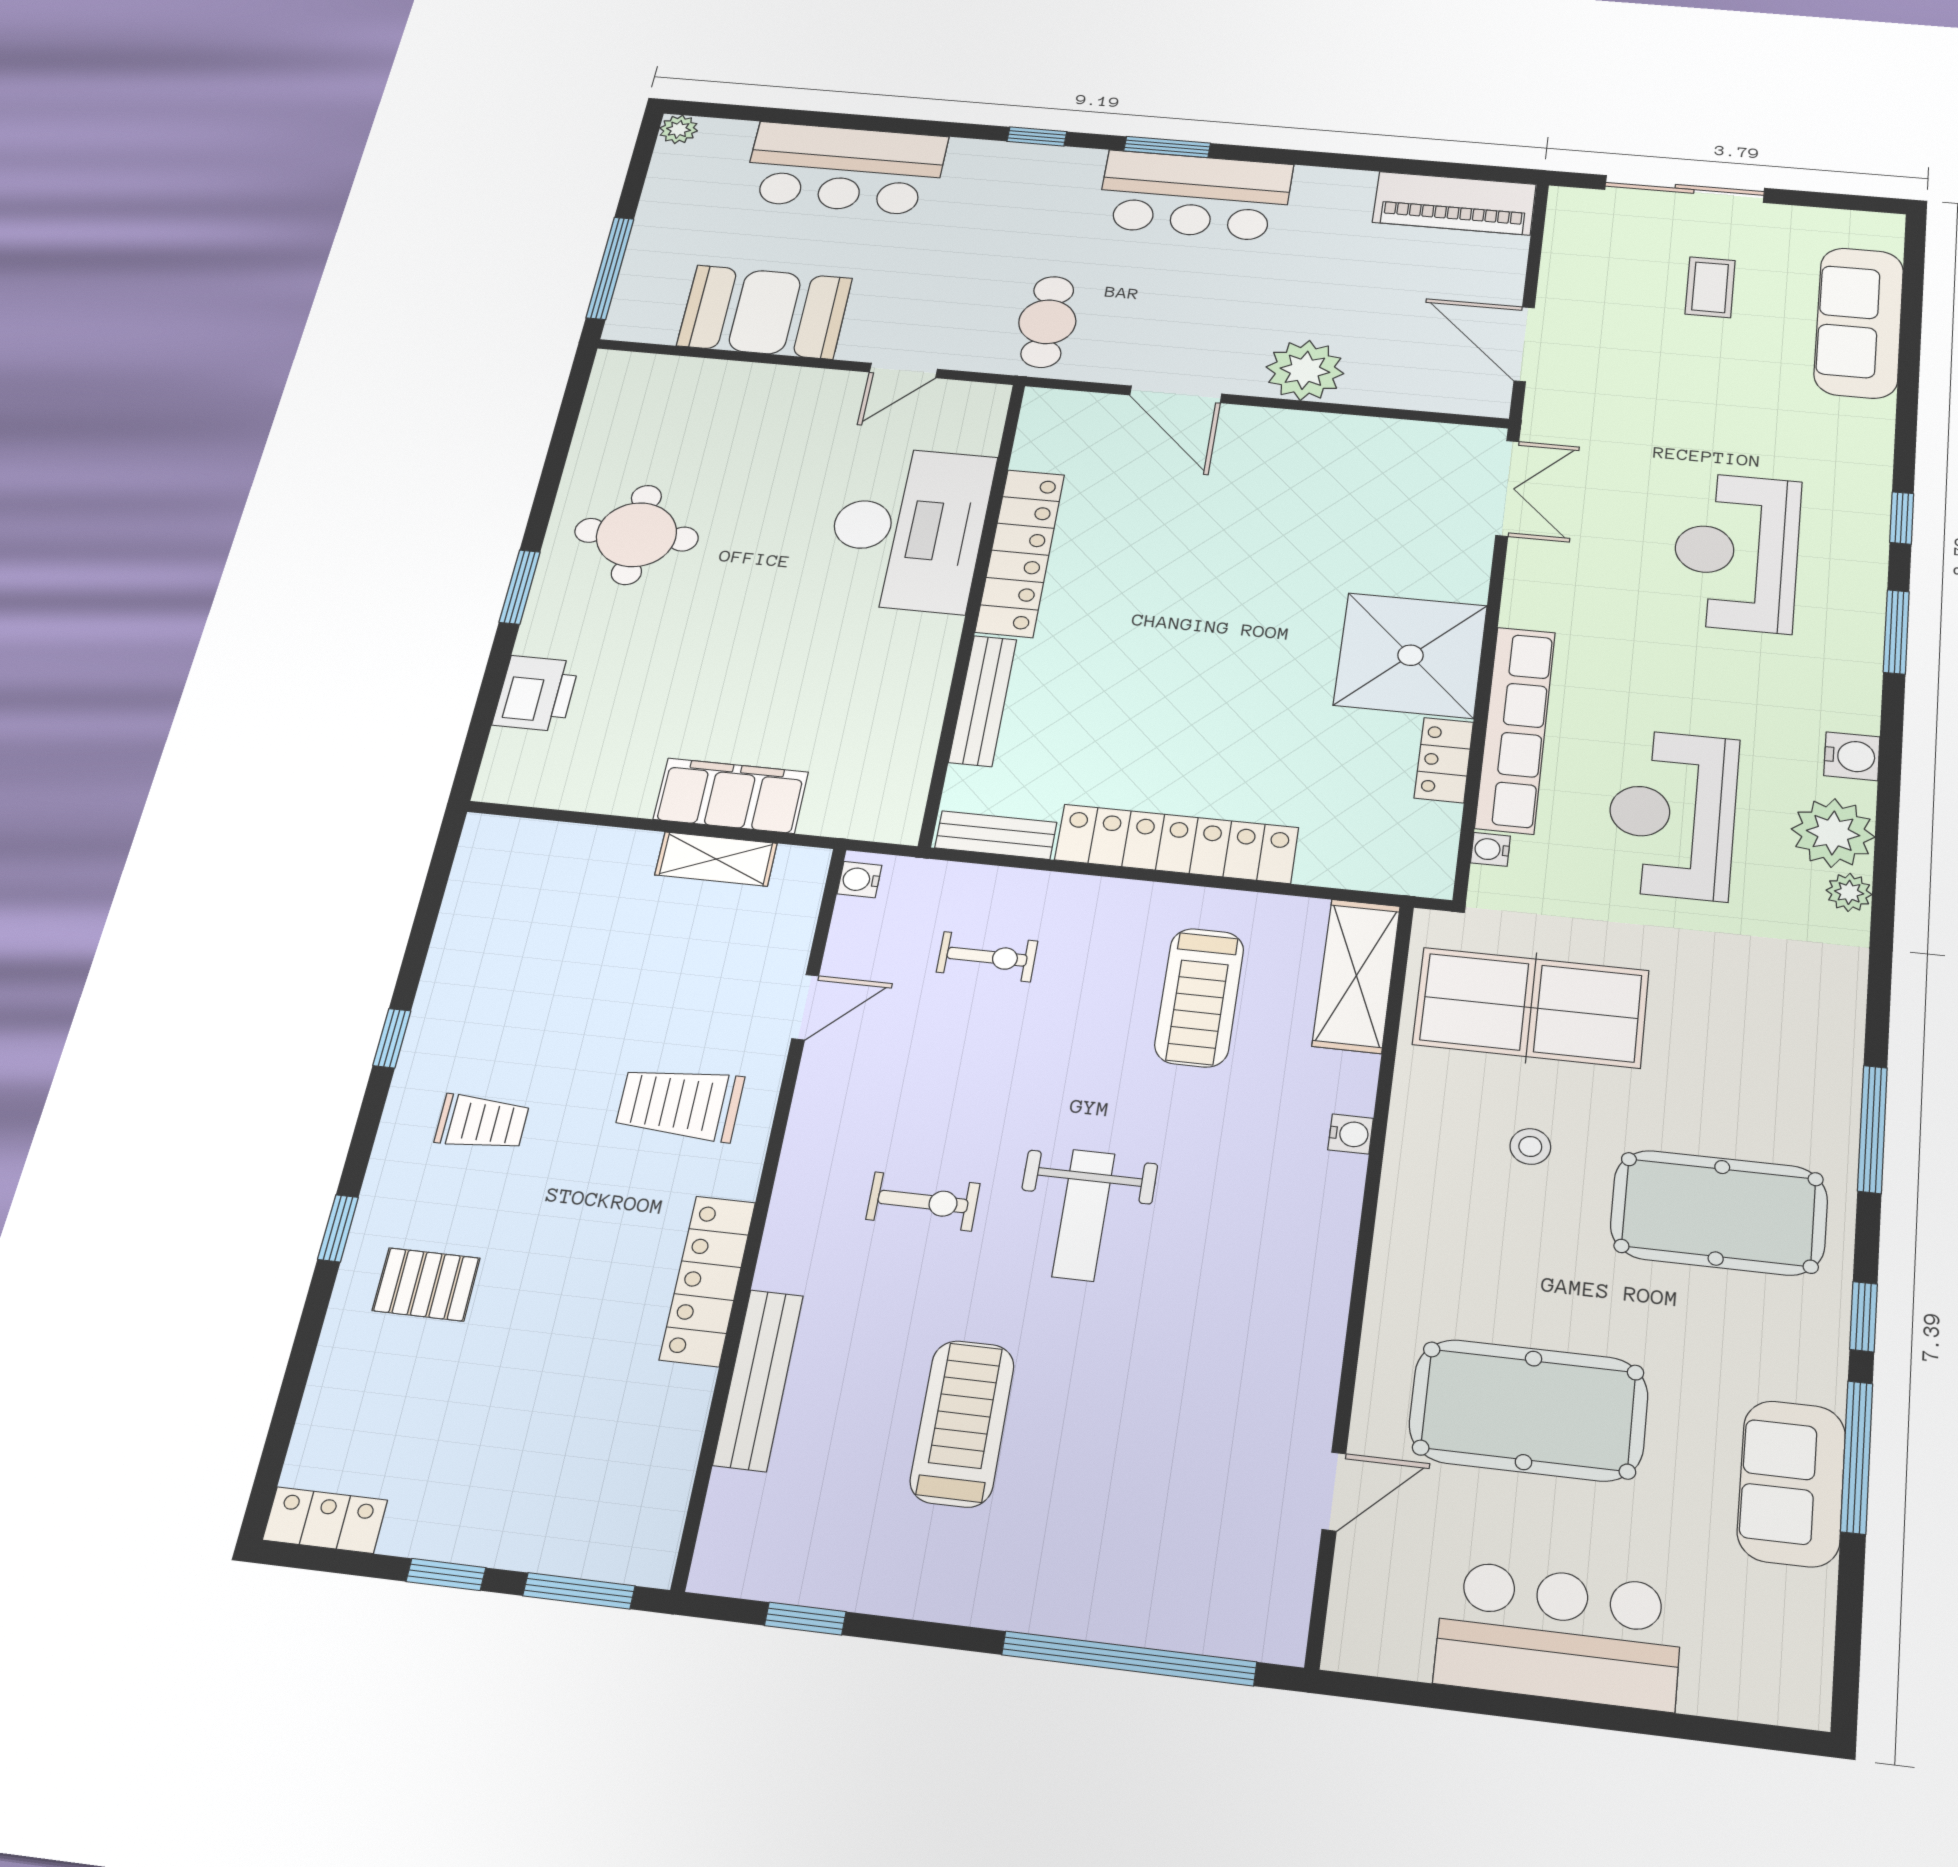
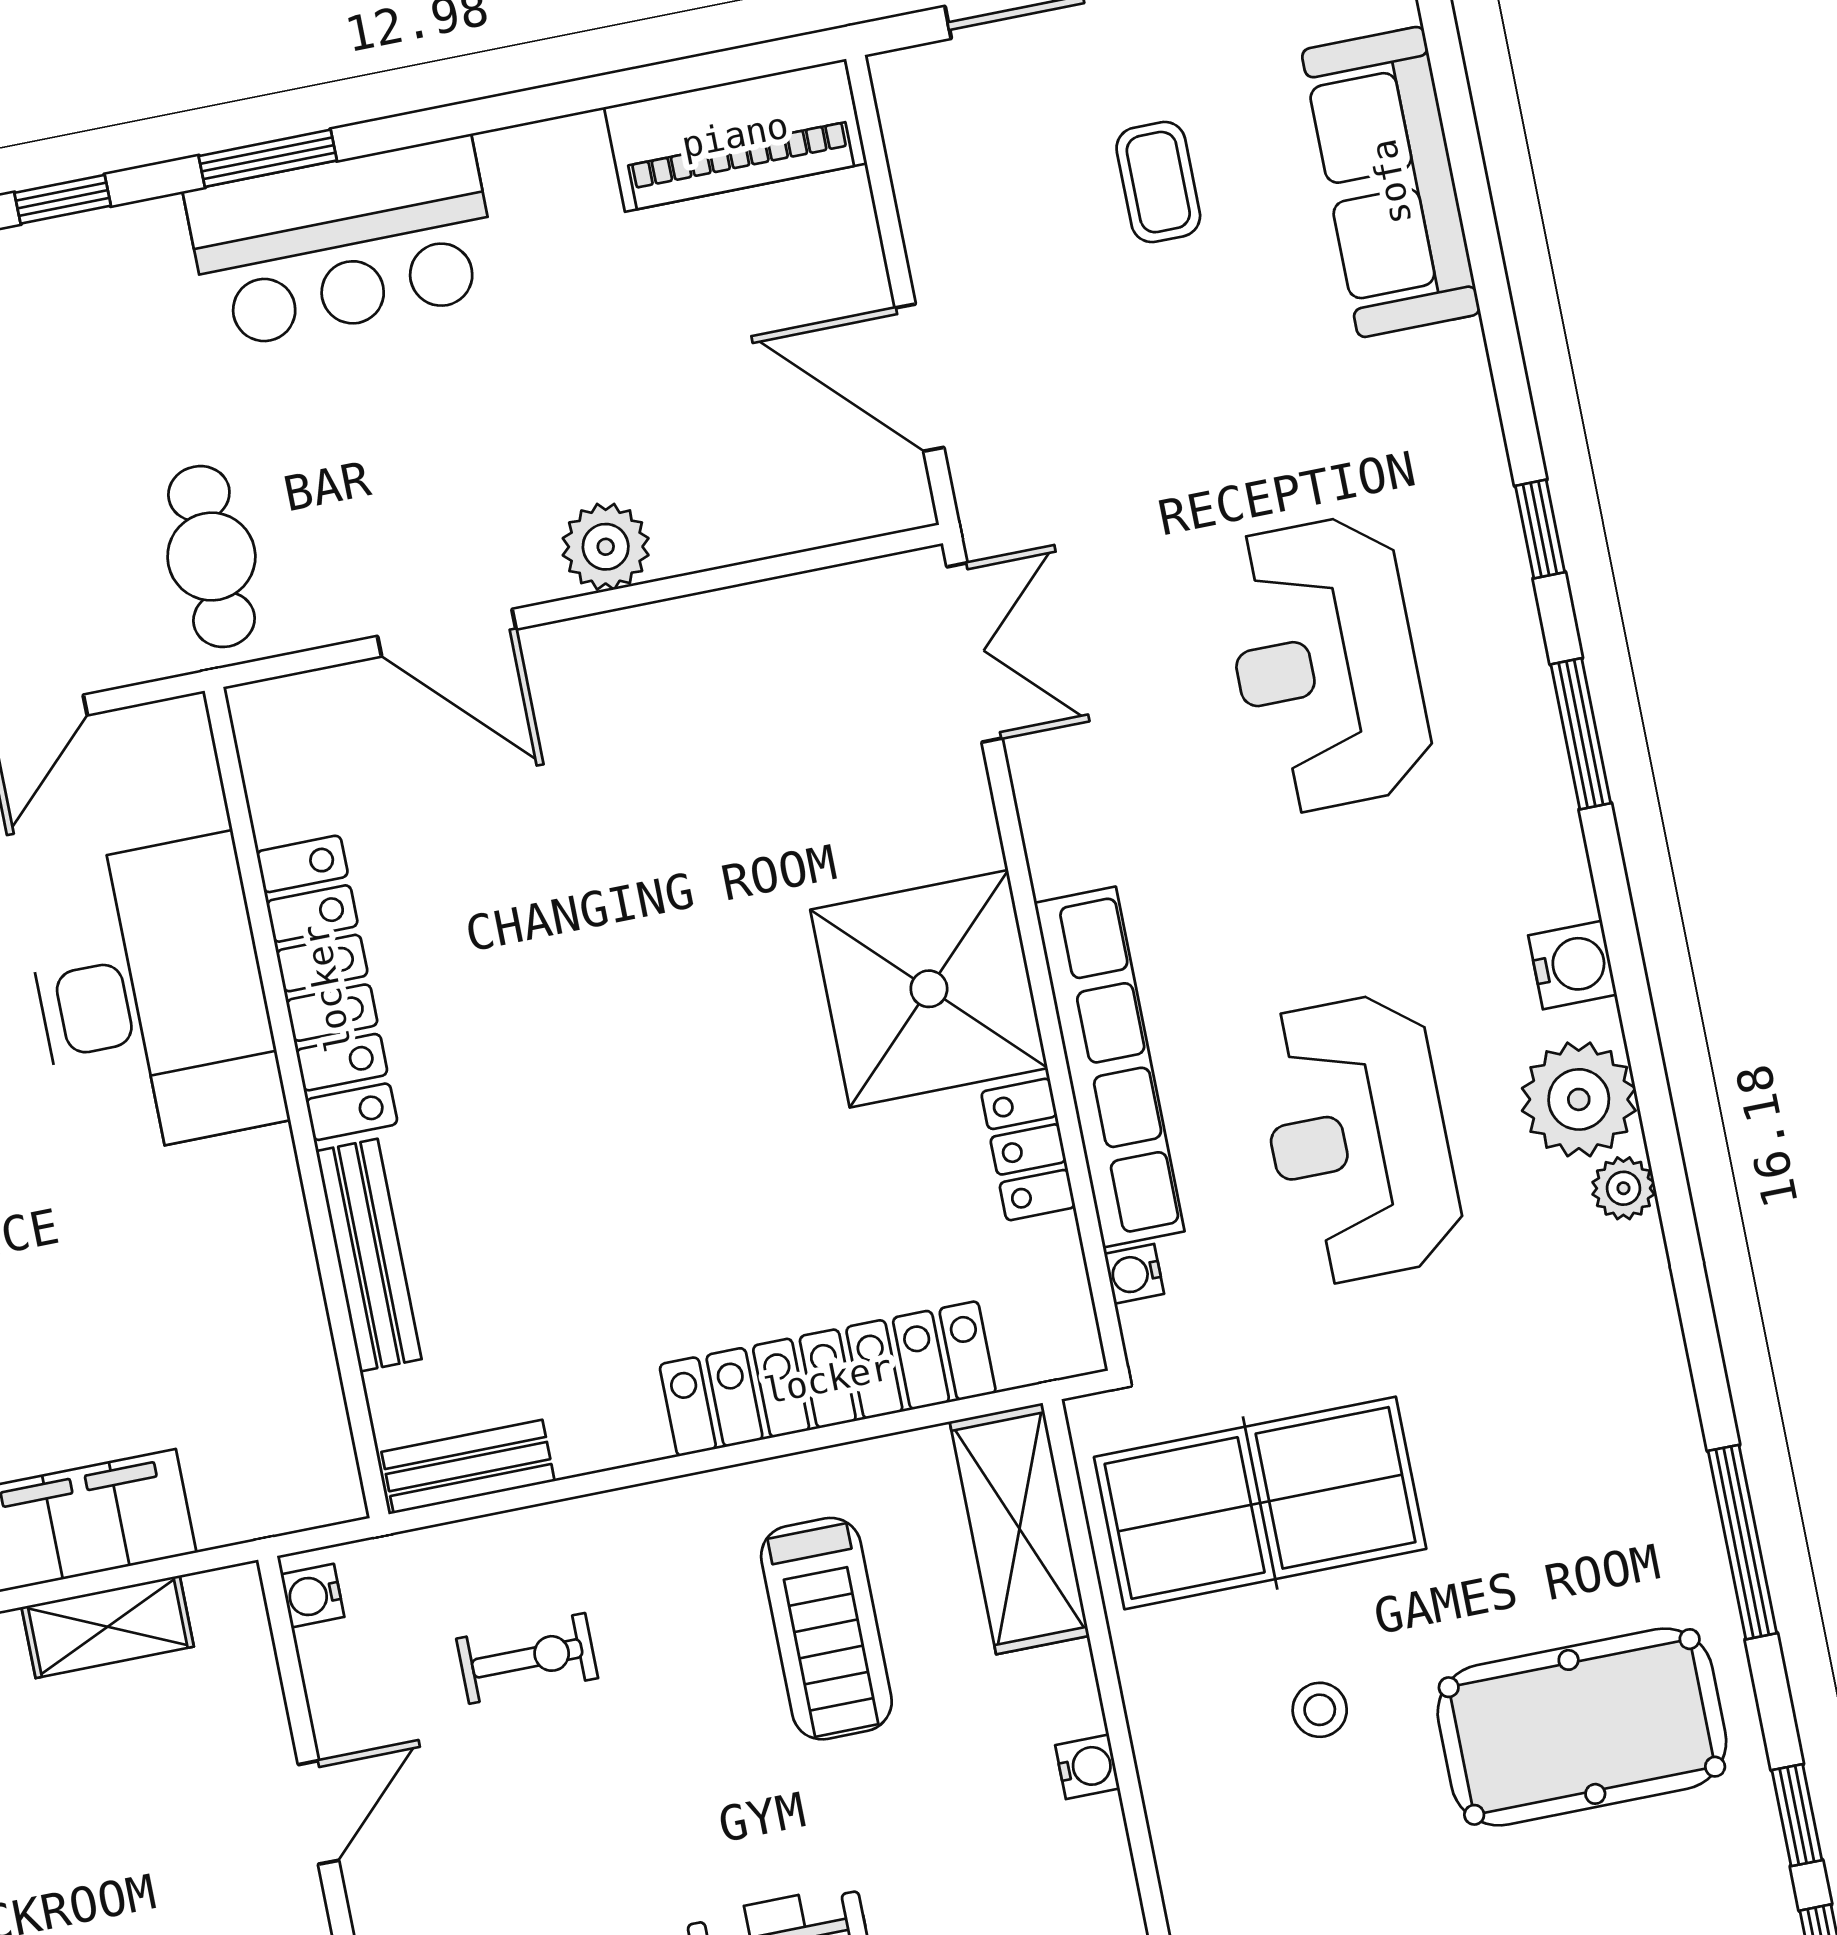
plant: (1305, 370) -> (606, 547), width x0.73, depth x0.73
locker: (1177, 844) -> (828, 1379), moved

